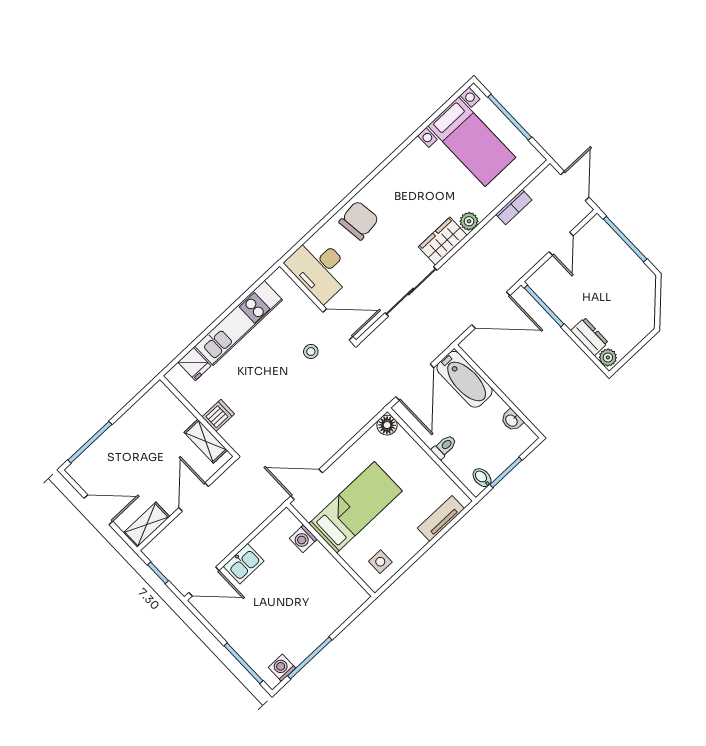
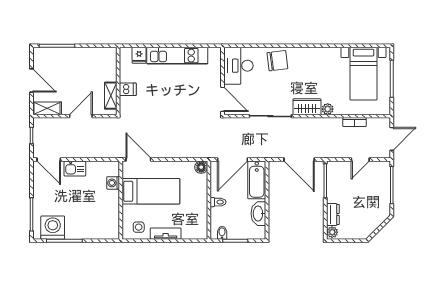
stool: (311, 351) -> (198, 100), removed
washbasin: (512, 420) -> (258, 214), width x1.91, depth x1.45
tv unit: (441, 518) -> (166, 234), moved
washing machine: (282, 668) -> (53, 228), width x1.89, depth x1.89

